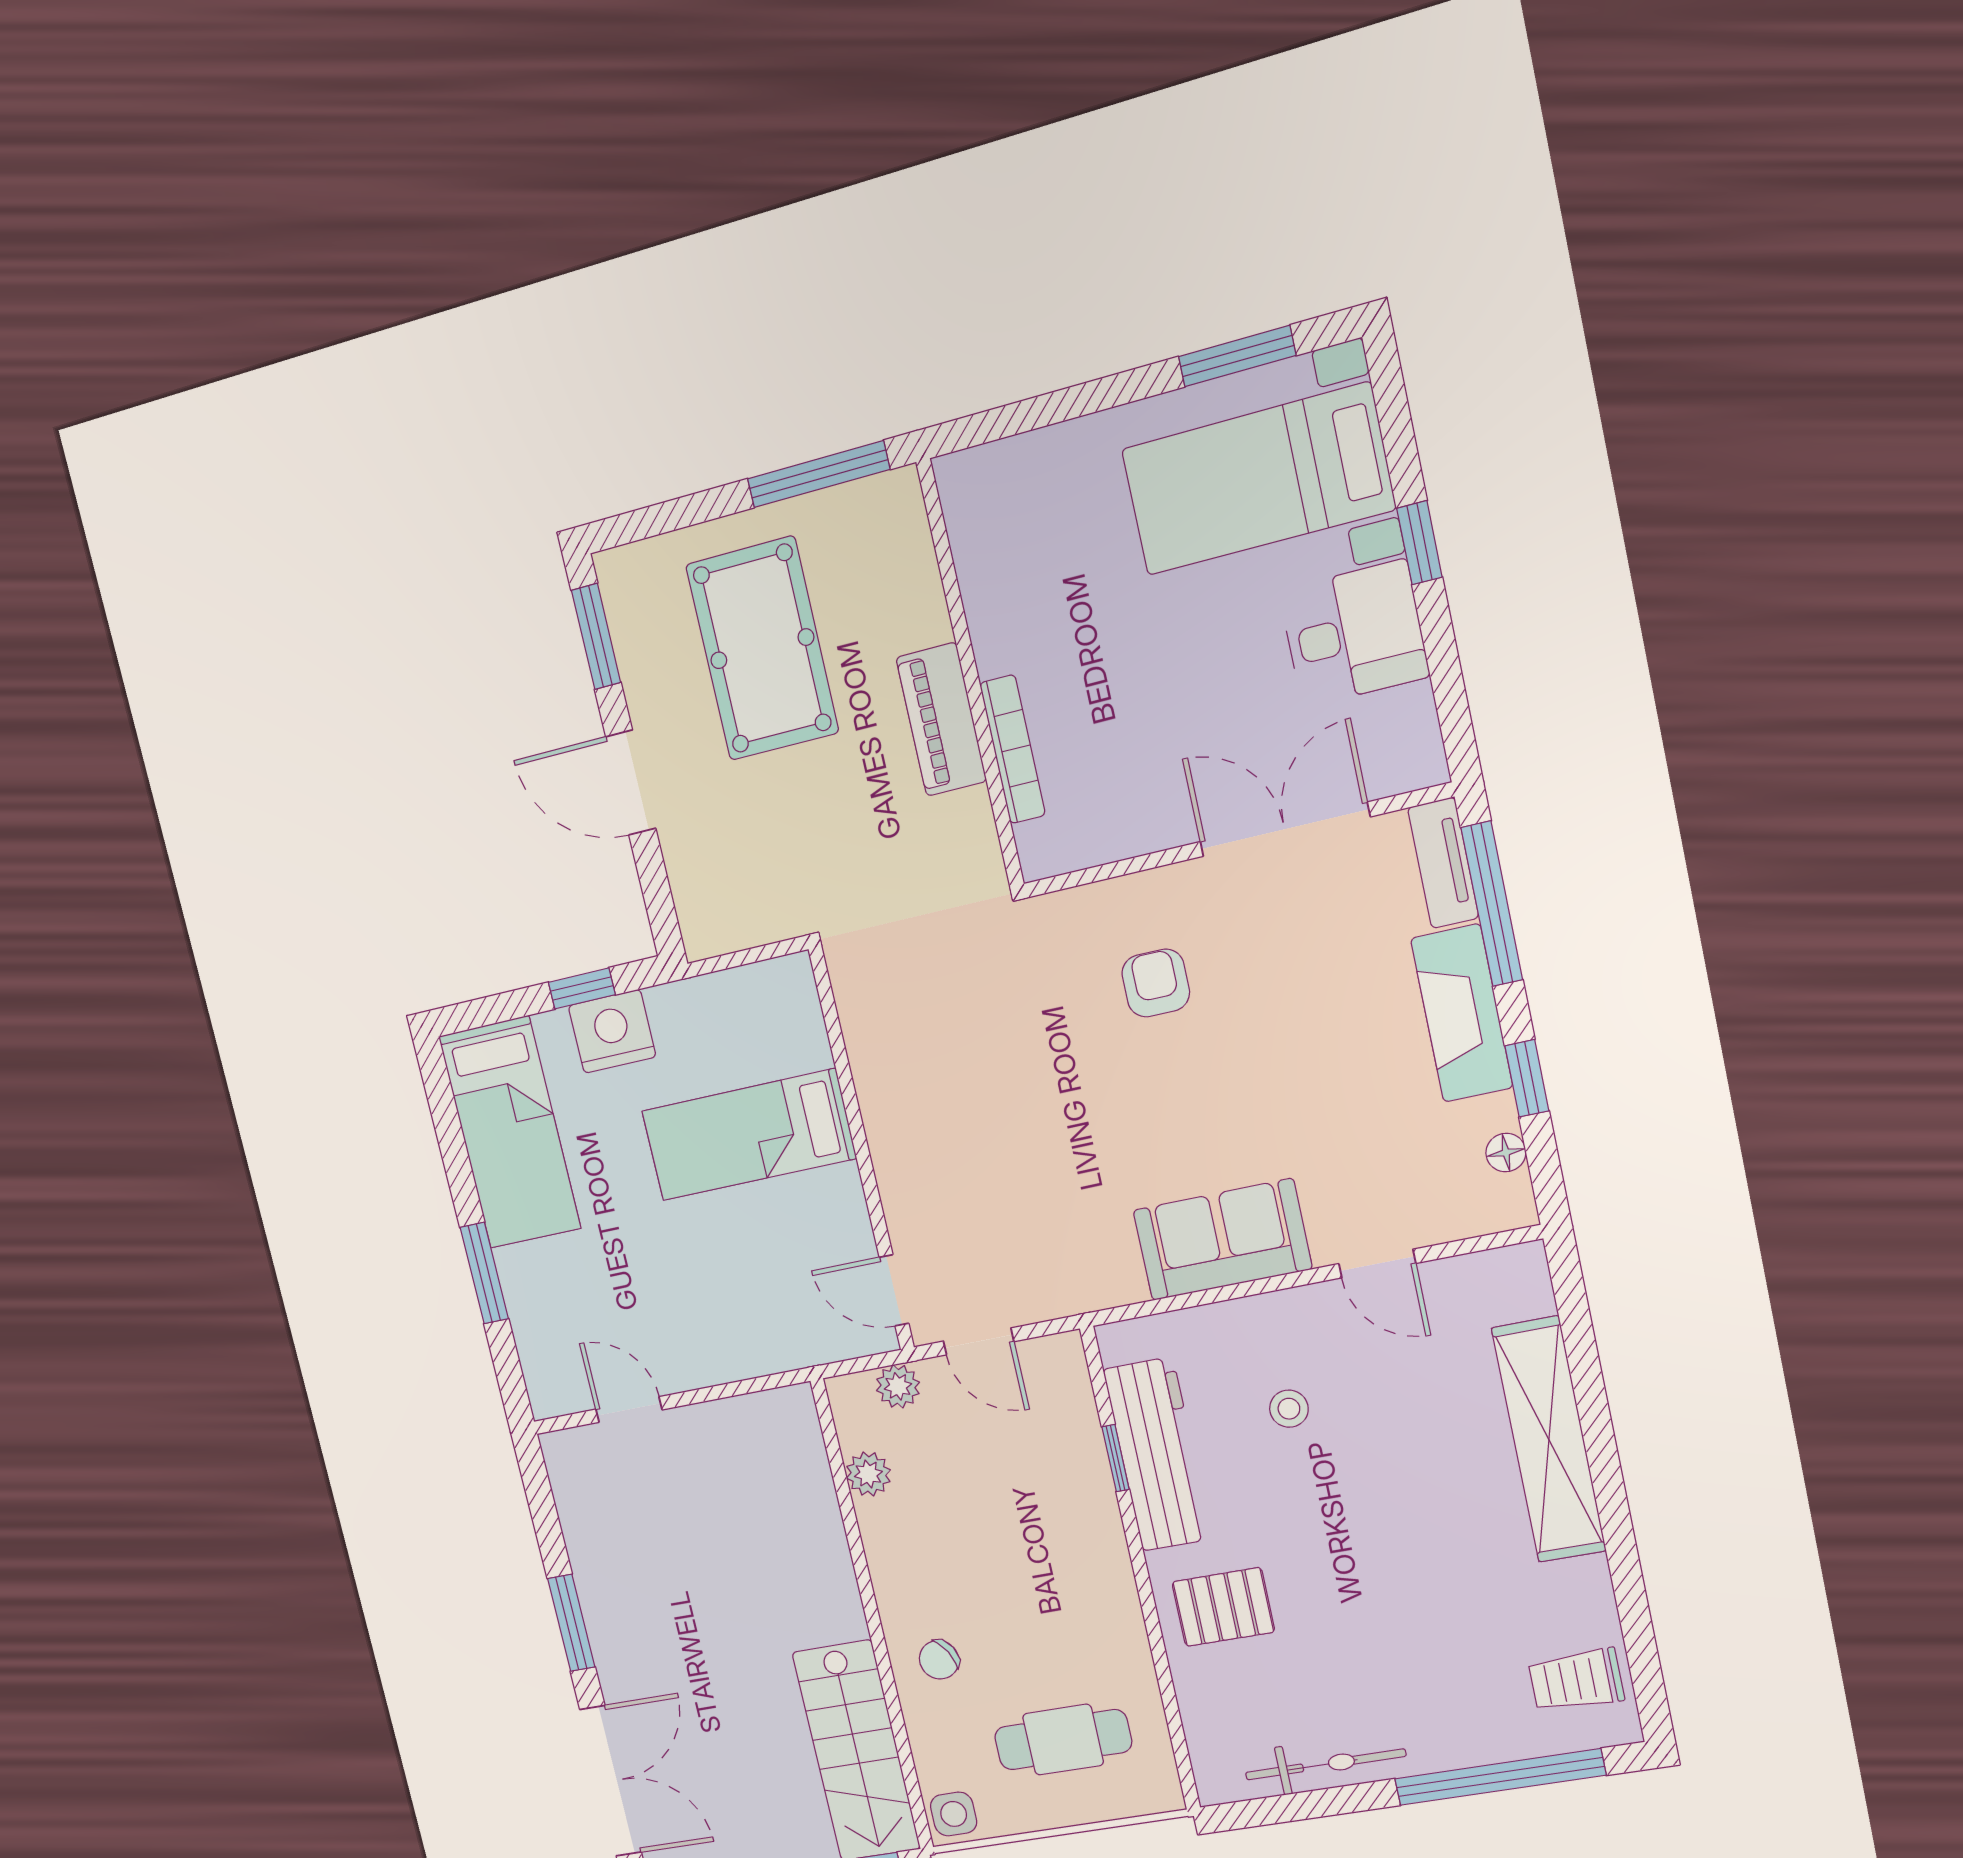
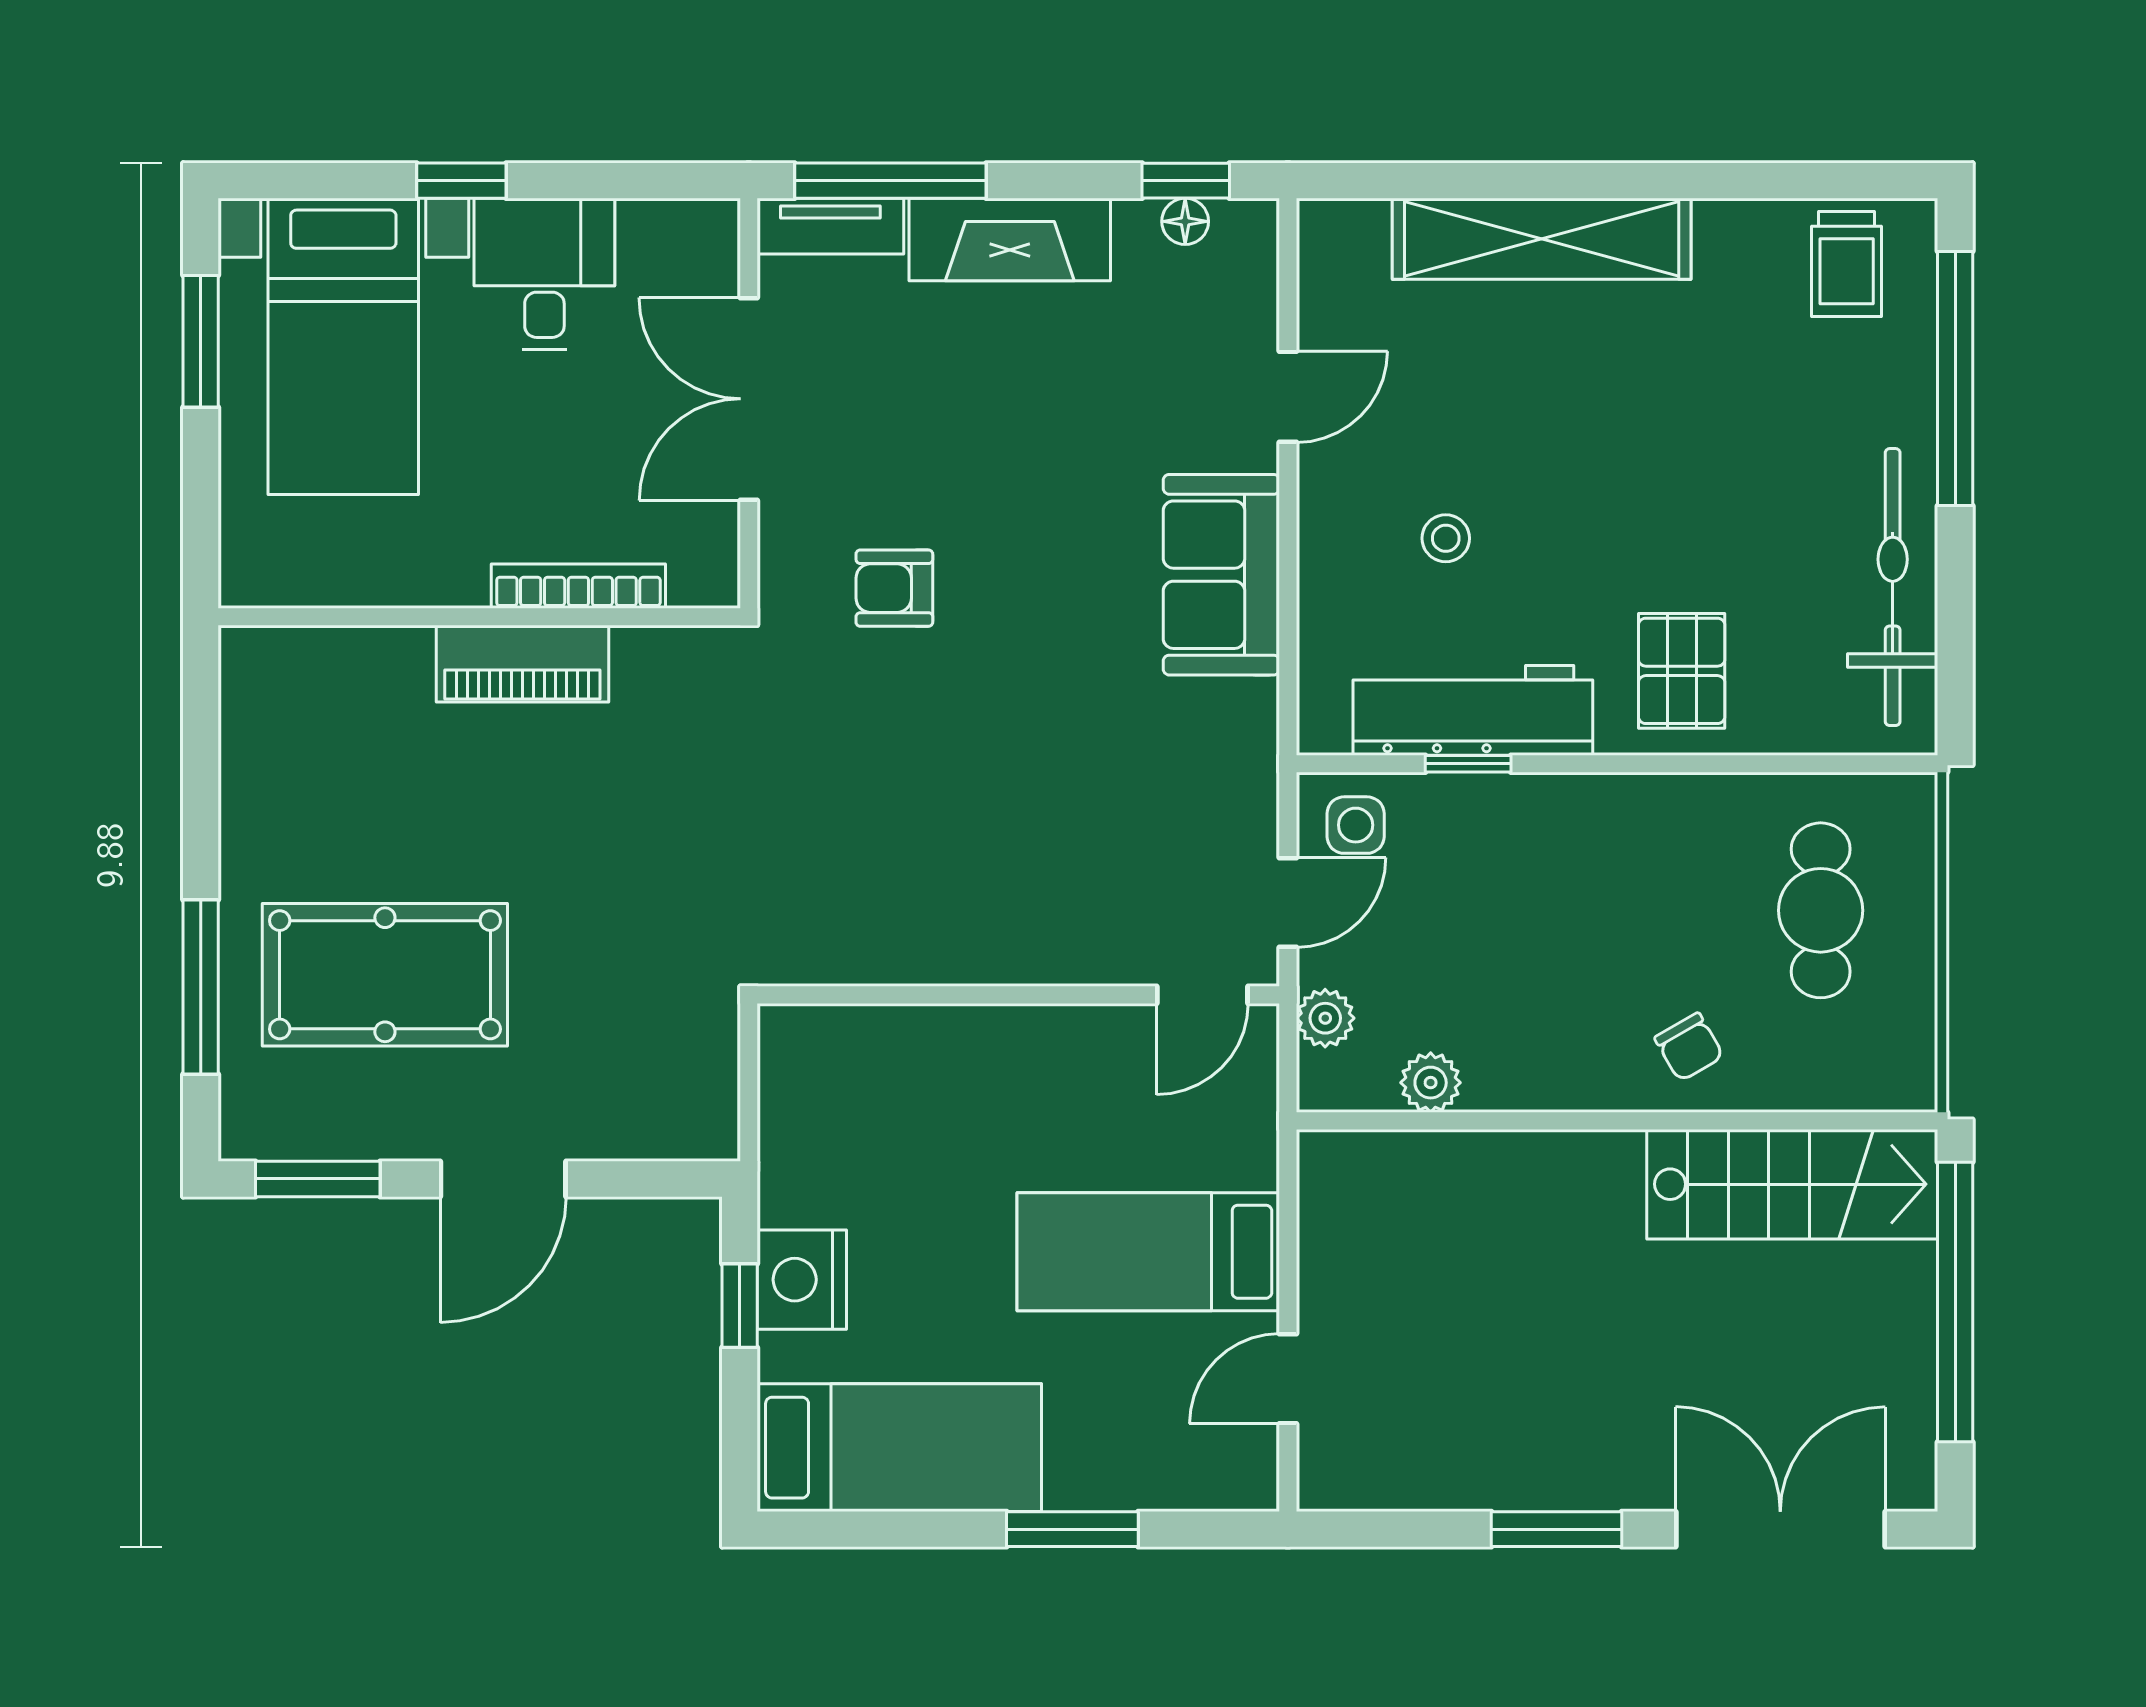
window: (818, 474) -> (201, 987), moved
wall: (970, 675) -> (479, 617), moved
piano: (941, 719) -> (522, 664), moved
bookcase: (1013, 749) -> (578, 586), moved
window: (1527, 1078) -> (1186, 181), moved
bed: (749, 1135) -> (1148, 1252), moved, turned 90
bicycle: (1325, 1764) -> (1893, 587), width x1.37, depth x1.40
side table: (954, 1814) -> (1356, 825), moved

